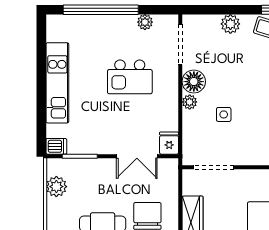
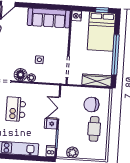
kitchen island: (130, 77) -> (16, 109), turned 180
fridge: (169, 143) -> (51, 124), moved
double door: (137, 156) -> (59, 108), swing flipped

